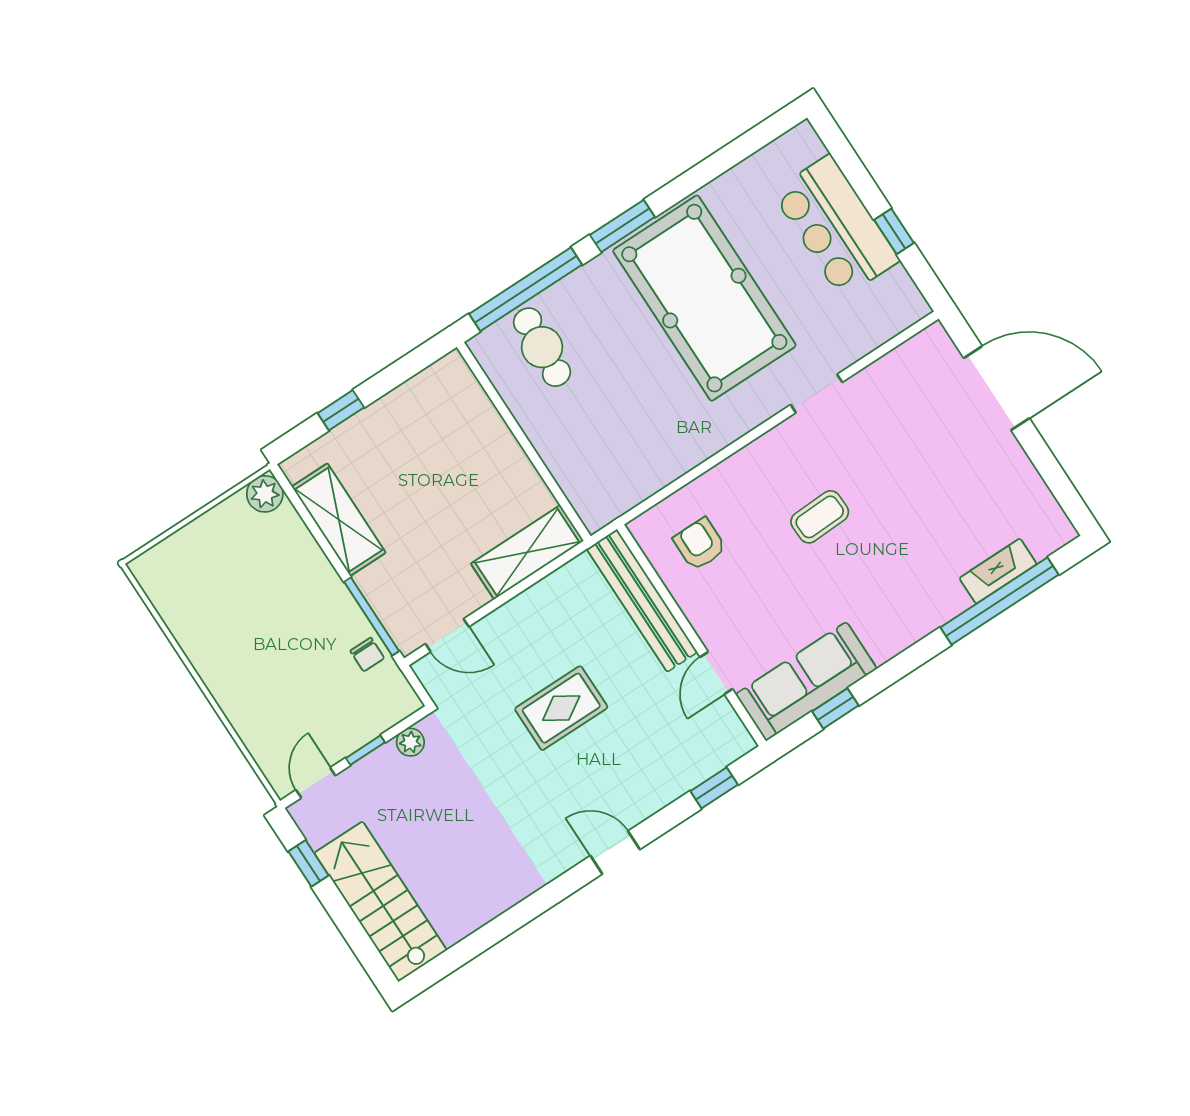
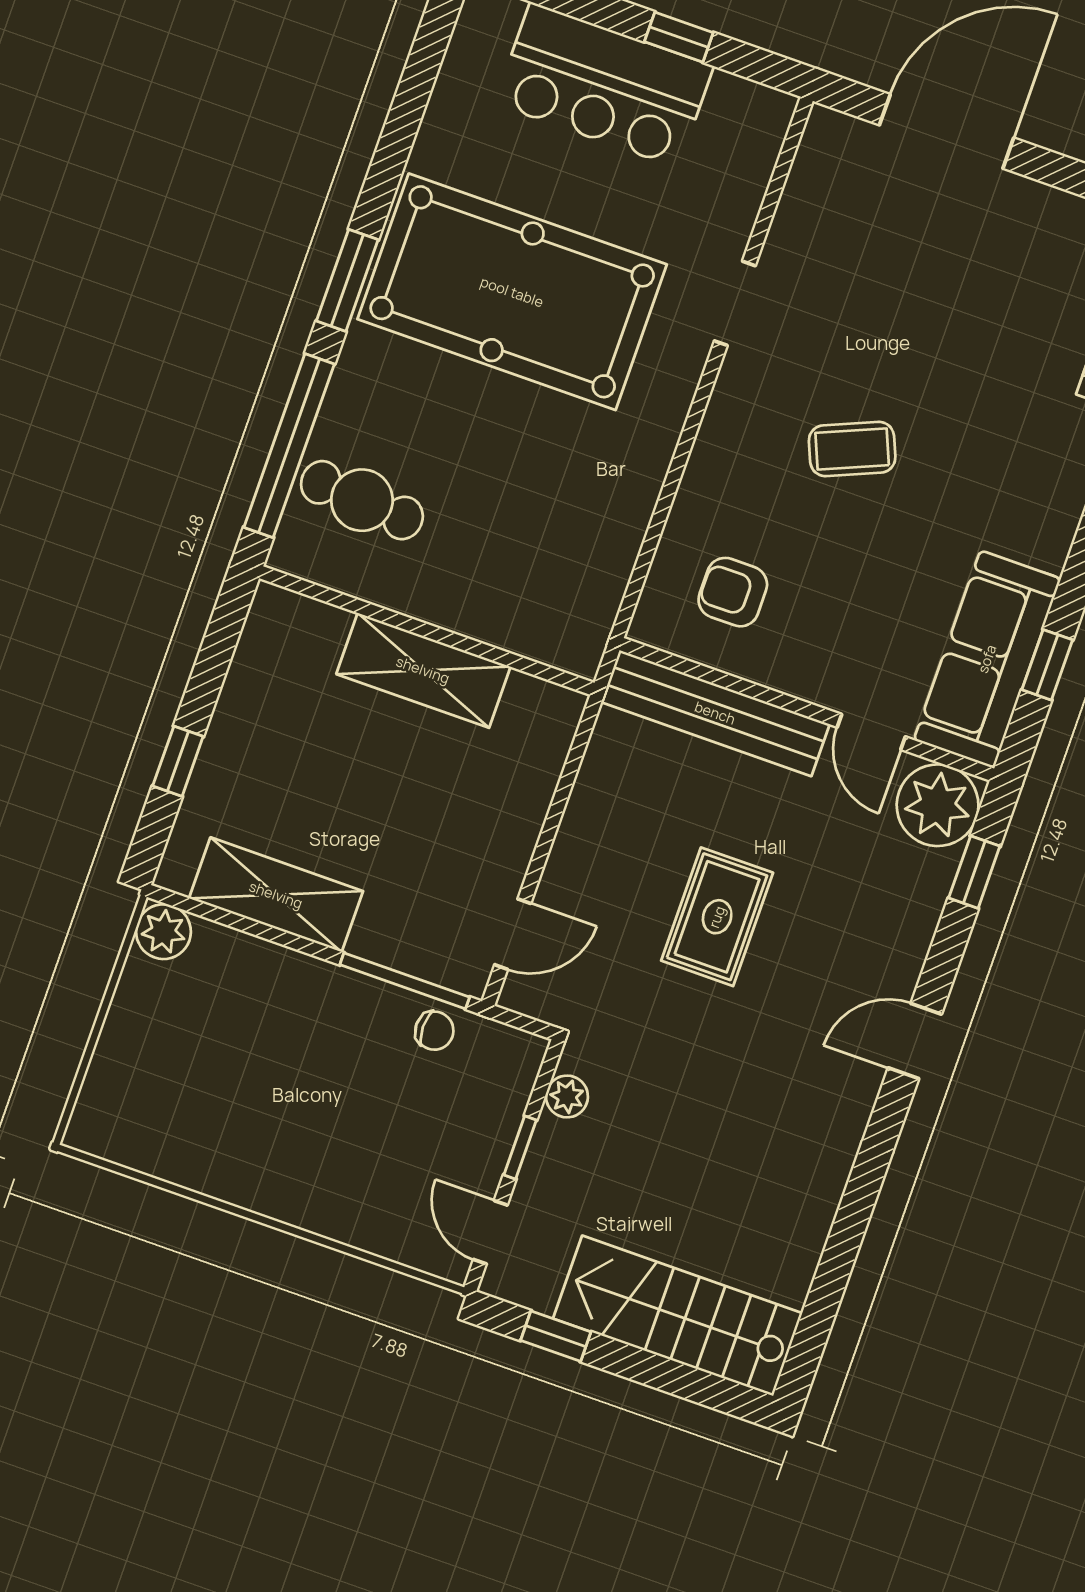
coffee table: (820, 517) -> (852, 449), turned 69
shelving: (527, 552) -> (423, 670), moved, turned 90
plant: (722, 738) -> (938, 805), added

